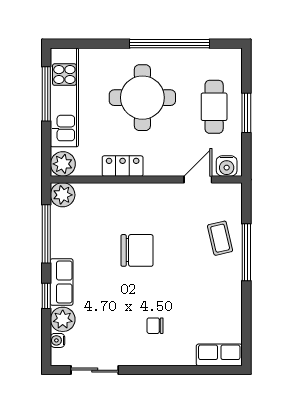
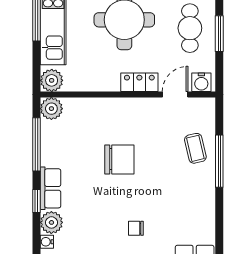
locker: (123, 166) -> (139, 82), moved

